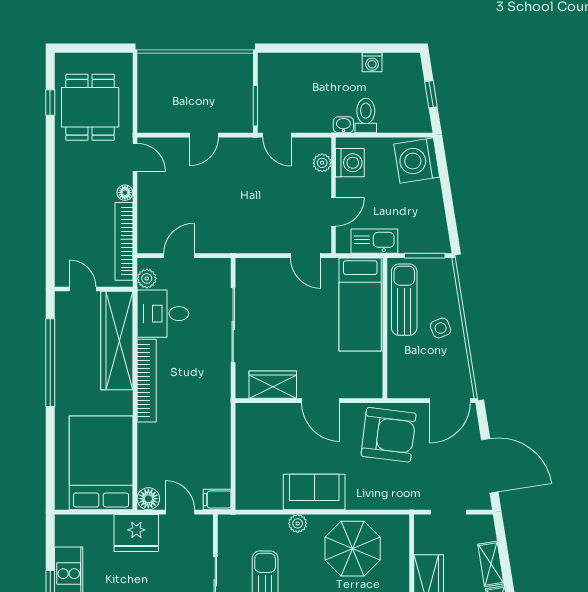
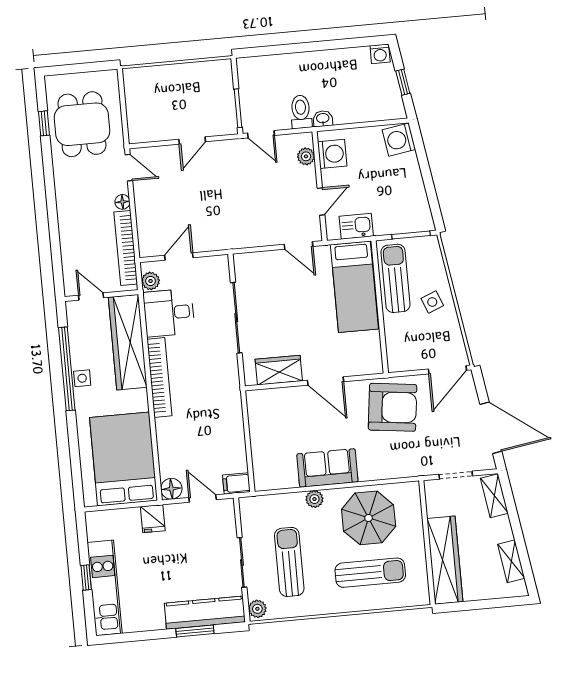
washing machine: (372, 62) -> (380, 54), moved
toilet: (366, 115) -> (301, 112), moved
washing machine: (417, 160) -> (399, 140), width x0.73, depth x0.73
kitchen sink: (374, 241) -> (356, 226), width x0.73
side table: (65, 374) -> (82, 378), added
fridge: (136, 533) -> (153, 519), width x0.53, depth x0.75
shelving: (491, 564) -> (494, 496), moved

